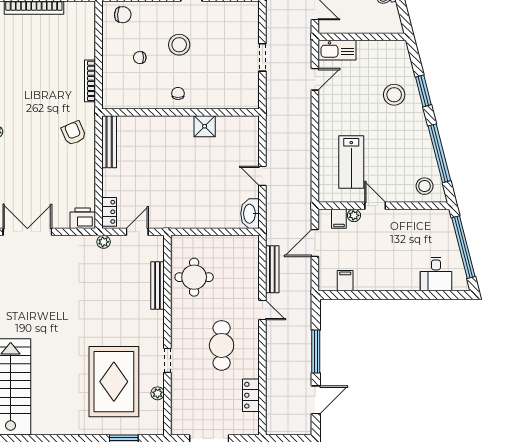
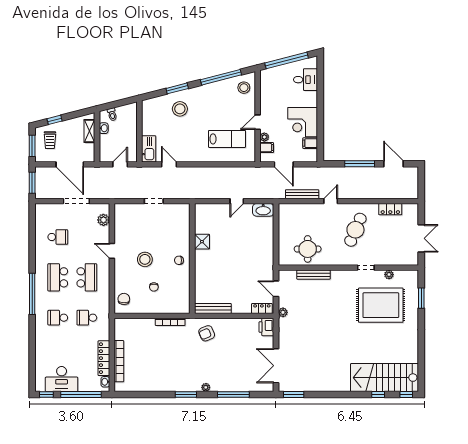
corner desk: (375, 270) -> (303, 122), added
cafe table: (222, 345) -> (355, 230), turned -67

